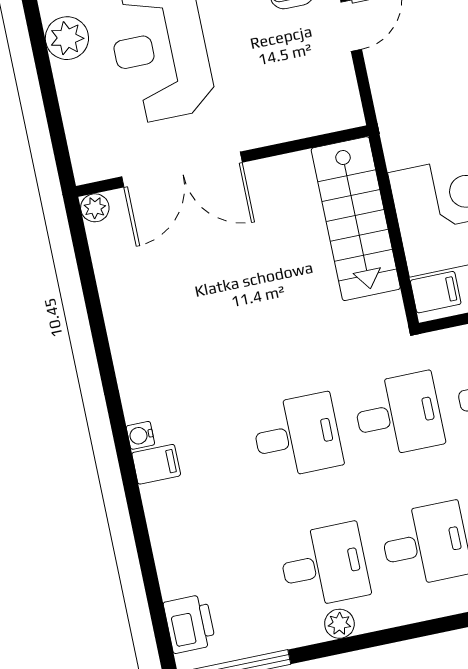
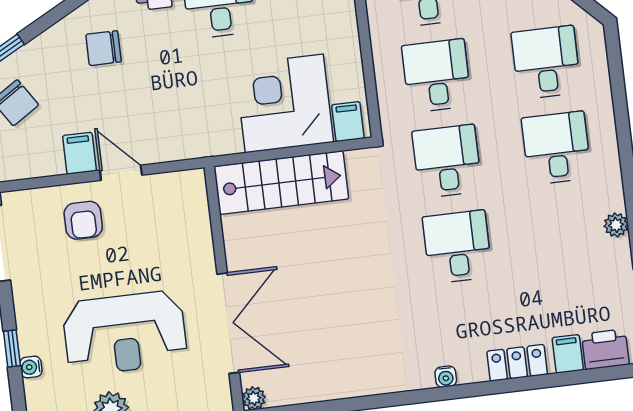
filing cabinet: (156, 464) -> (568, 354), moved
locker: (164, 519) -> (517, 363), added
desk: (324, 566) -> (567, 234), removed

